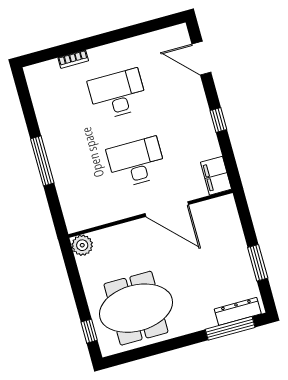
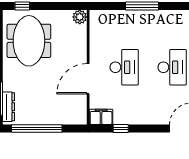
window: (218, 120) -> (121, 129), moved
window: (258, 263) -> (37, 129), width x2.11

